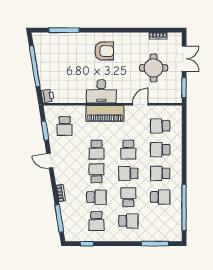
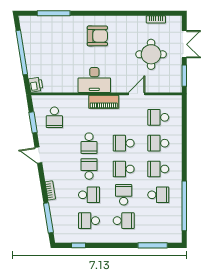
piano: (105, 114) -> (104, 102), width x0.73, depth x0.75
school desk: (128, 150) -> (124, 143), turned 90
school desk: (96, 221) -> (89, 221), turned 90

